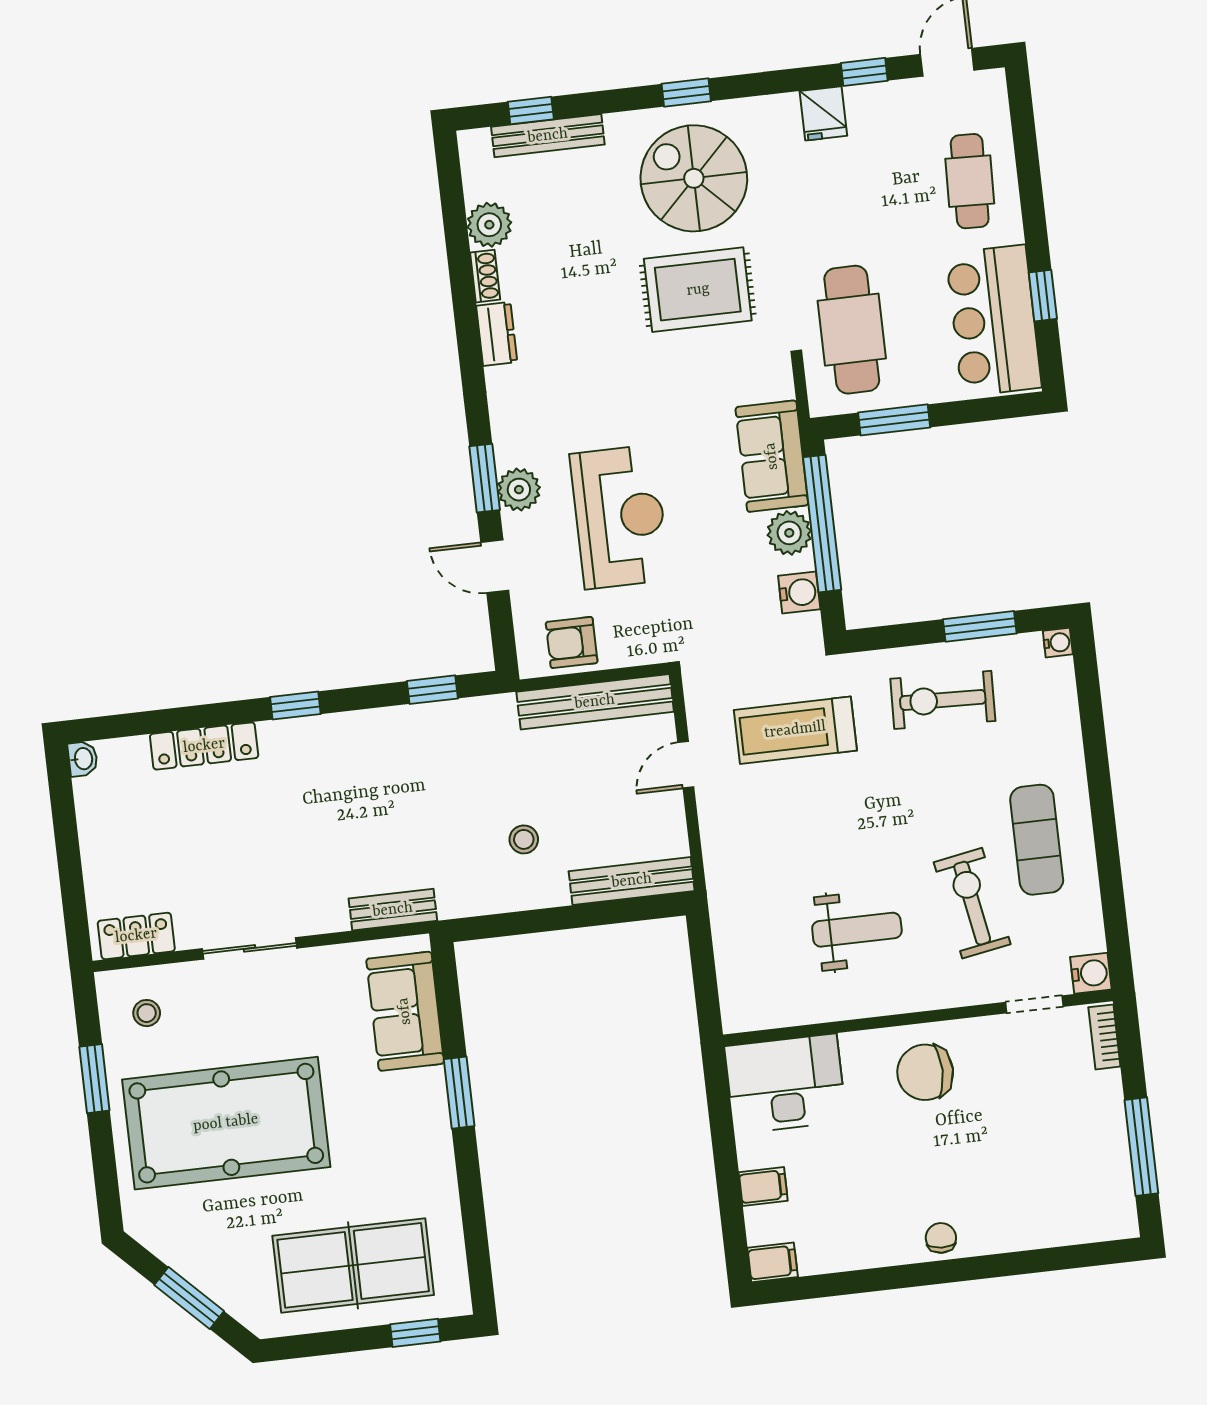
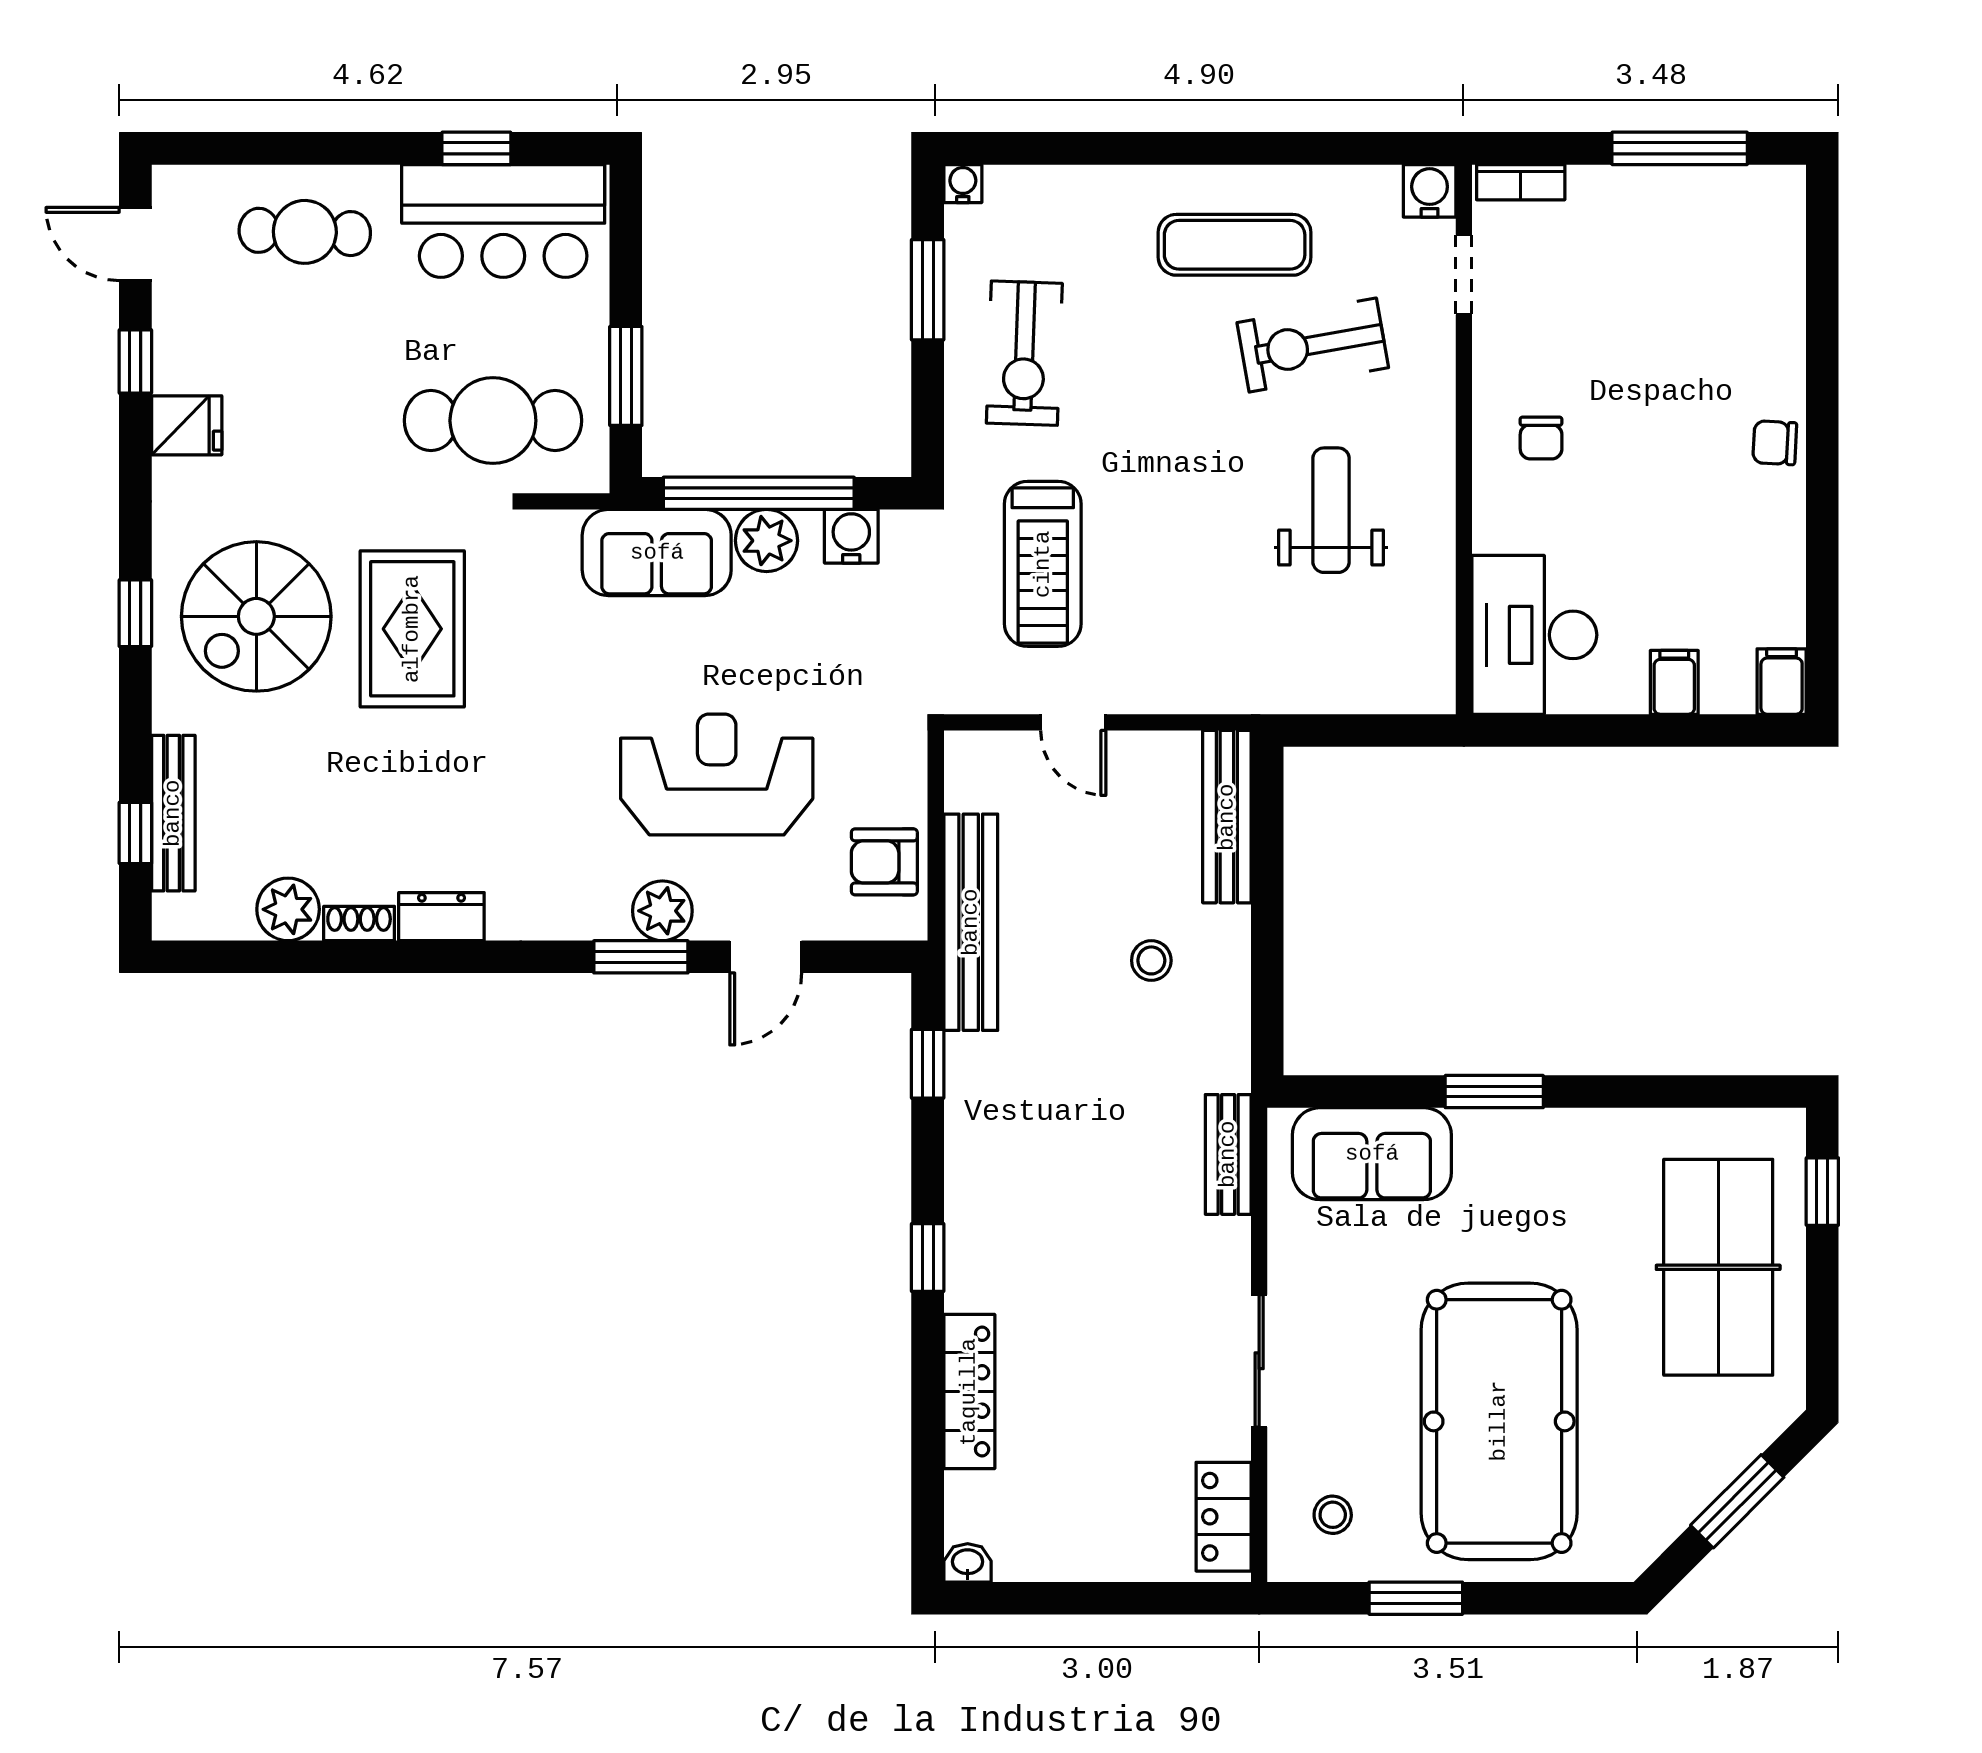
armchair: (572, 643) -> (884, 862), turned 90
bench: (595, 702) -> (971, 922), moved
chair: (925, 1072) -> (1541, 438), width x0.54, depth x0.54

